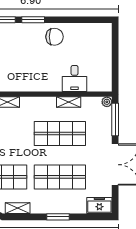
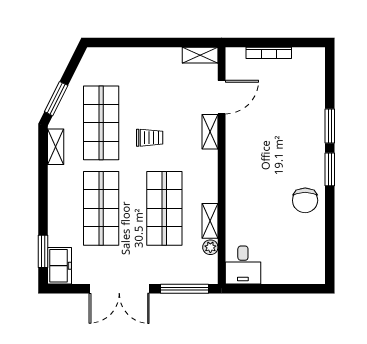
desk: (75, 79) -> (243, 265), moved, turned -90
plant: (107, 102) -> (210, 247), moved
trolley: (11, 144) -> (150, 138), added
window: (58, 217) -> (43, 251), moved

